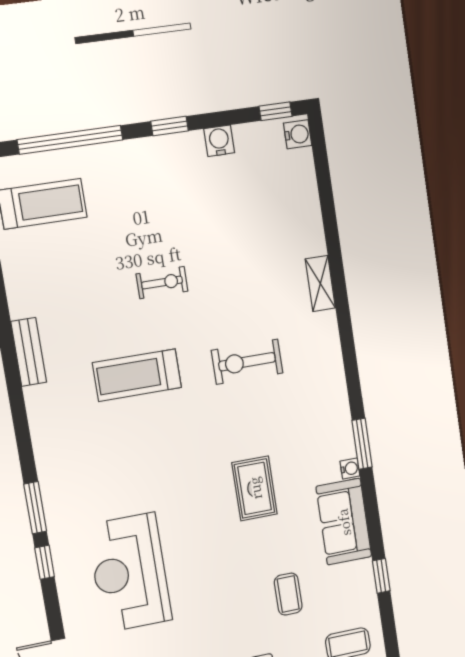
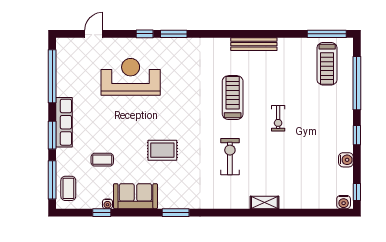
bench: (29, 352) -> (254, 44), width x1.36
water cooler: (350, 469) -> (107, 204), moved

